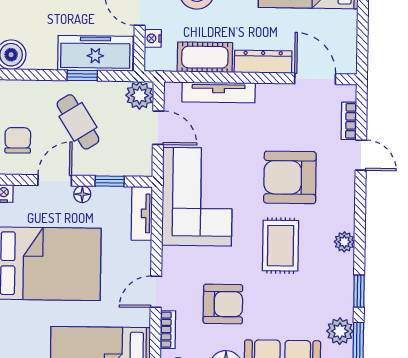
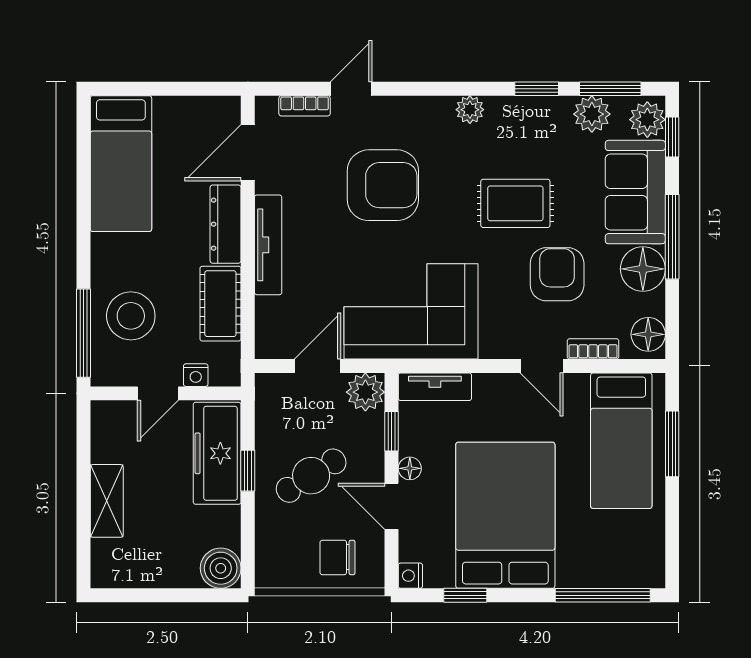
tv unit: (219, 92) -> (268, 245), moved
plant: (140, 95) -> (365, 392), moved
armchair: (290, 177) -> (383, 185), turned -90
rug: (281, 246) -> (515, 203), moved

